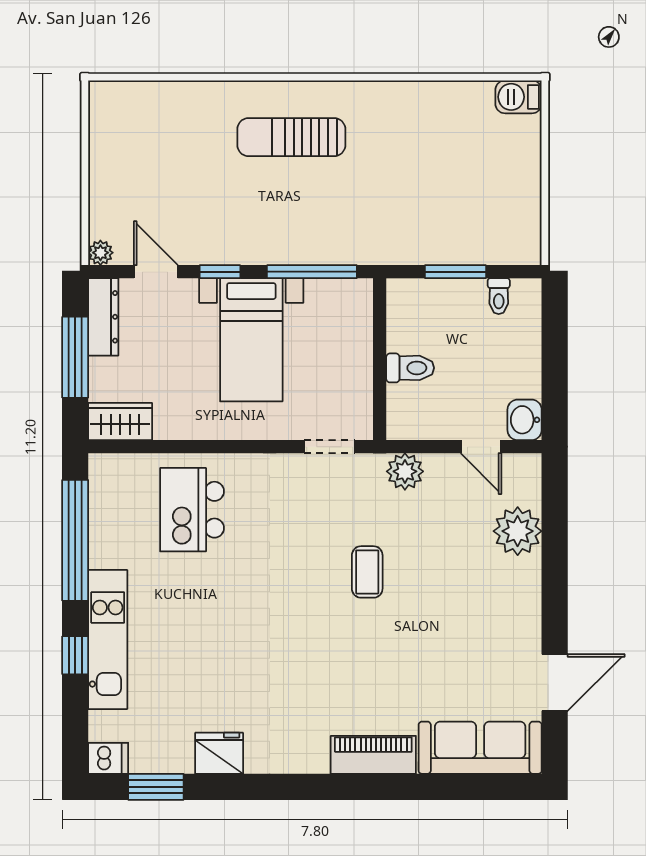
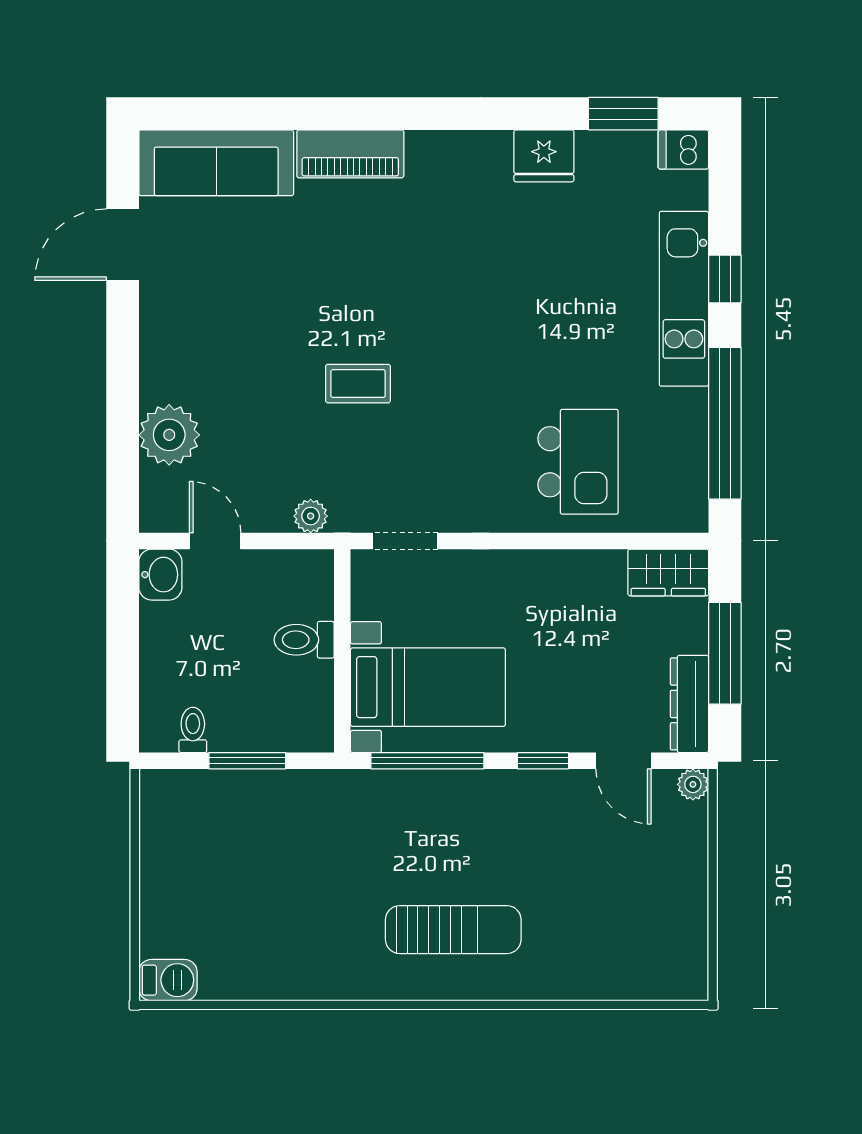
bed with nightstands: (251, 340) -> (428, 687), moved, turned 90
plant: (405, 471) -> (311, 516), width x0.73, depth x0.73
coffee table: (367, 572) -> (358, 384), turned 90

